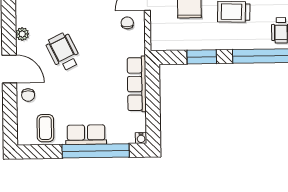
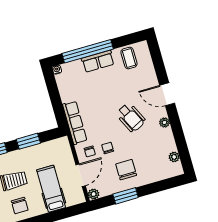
row of seats: (137, 84) -> (75, 123), moved
chair: (28, 95) -> (108, 148), moved

